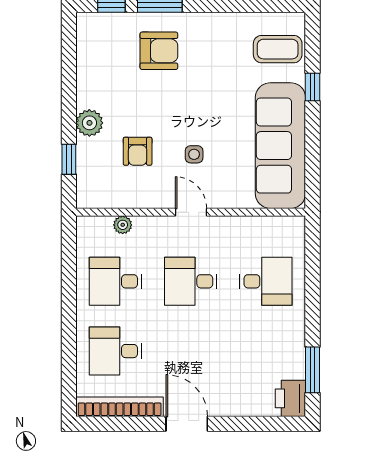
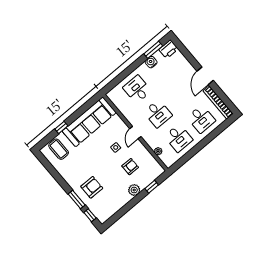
armchair: (159, 51) -> (92, 187), turned 90
water cooler: (294, 348) -> (151, 62), added

